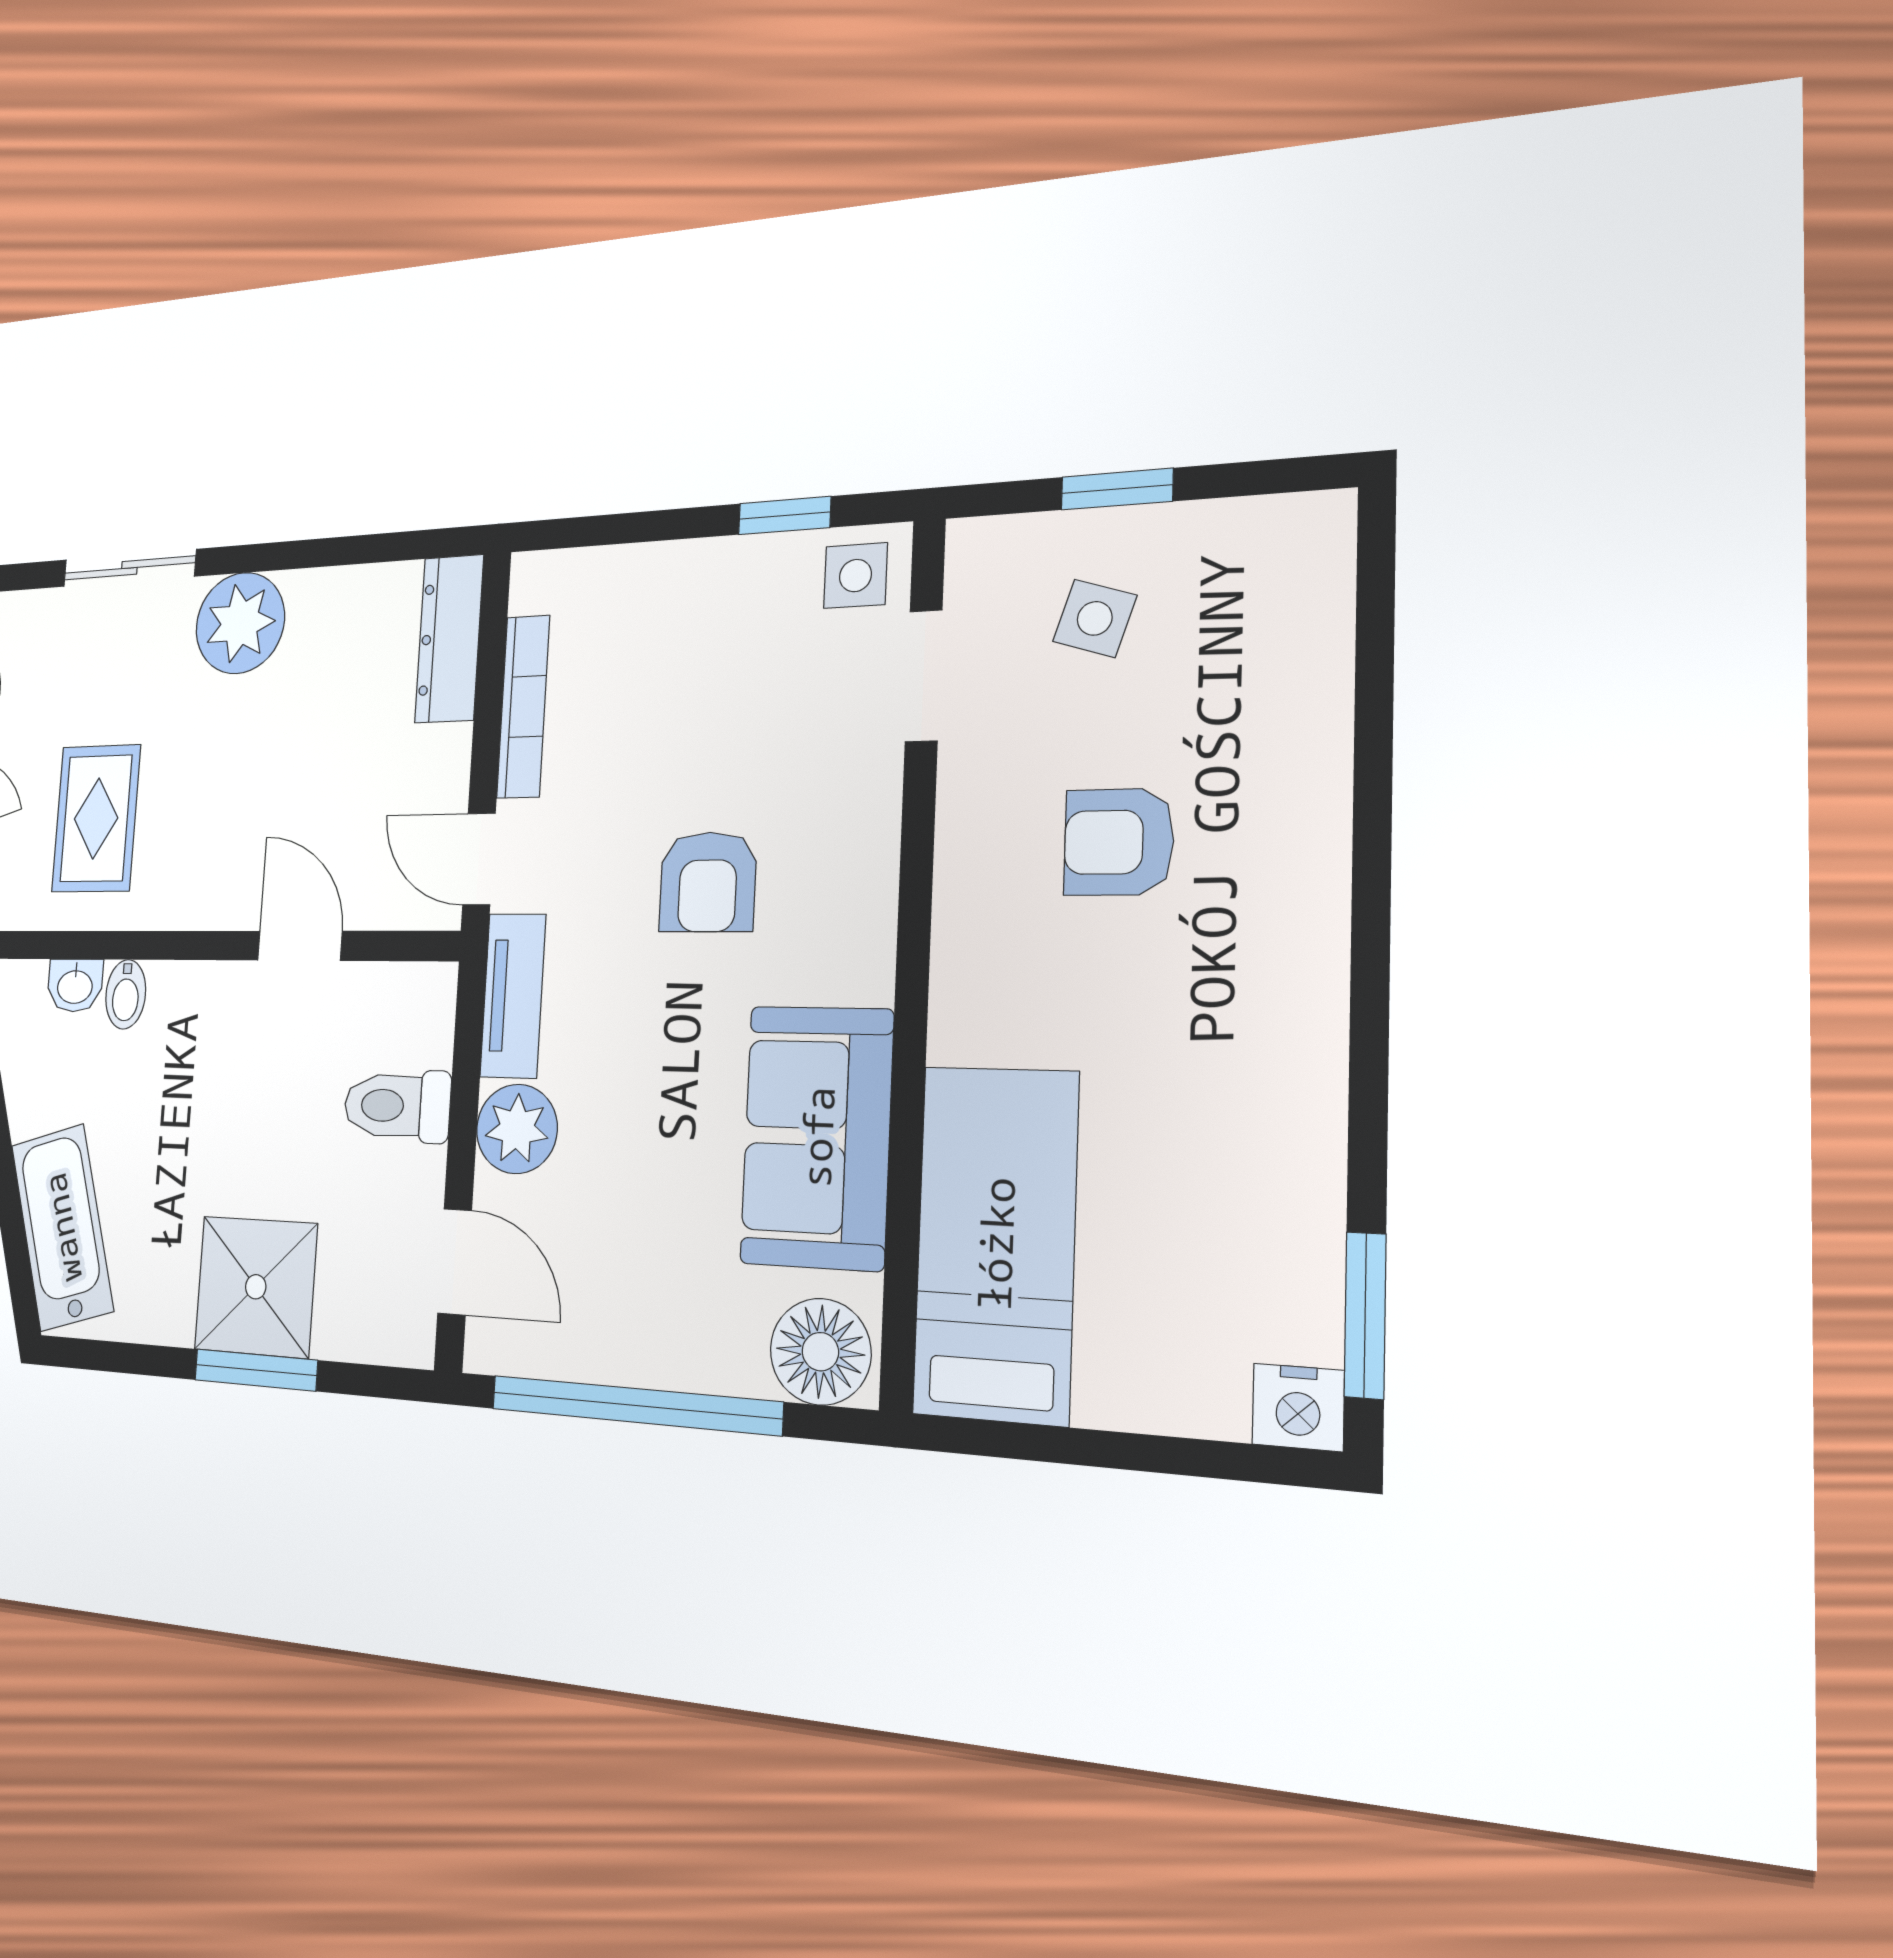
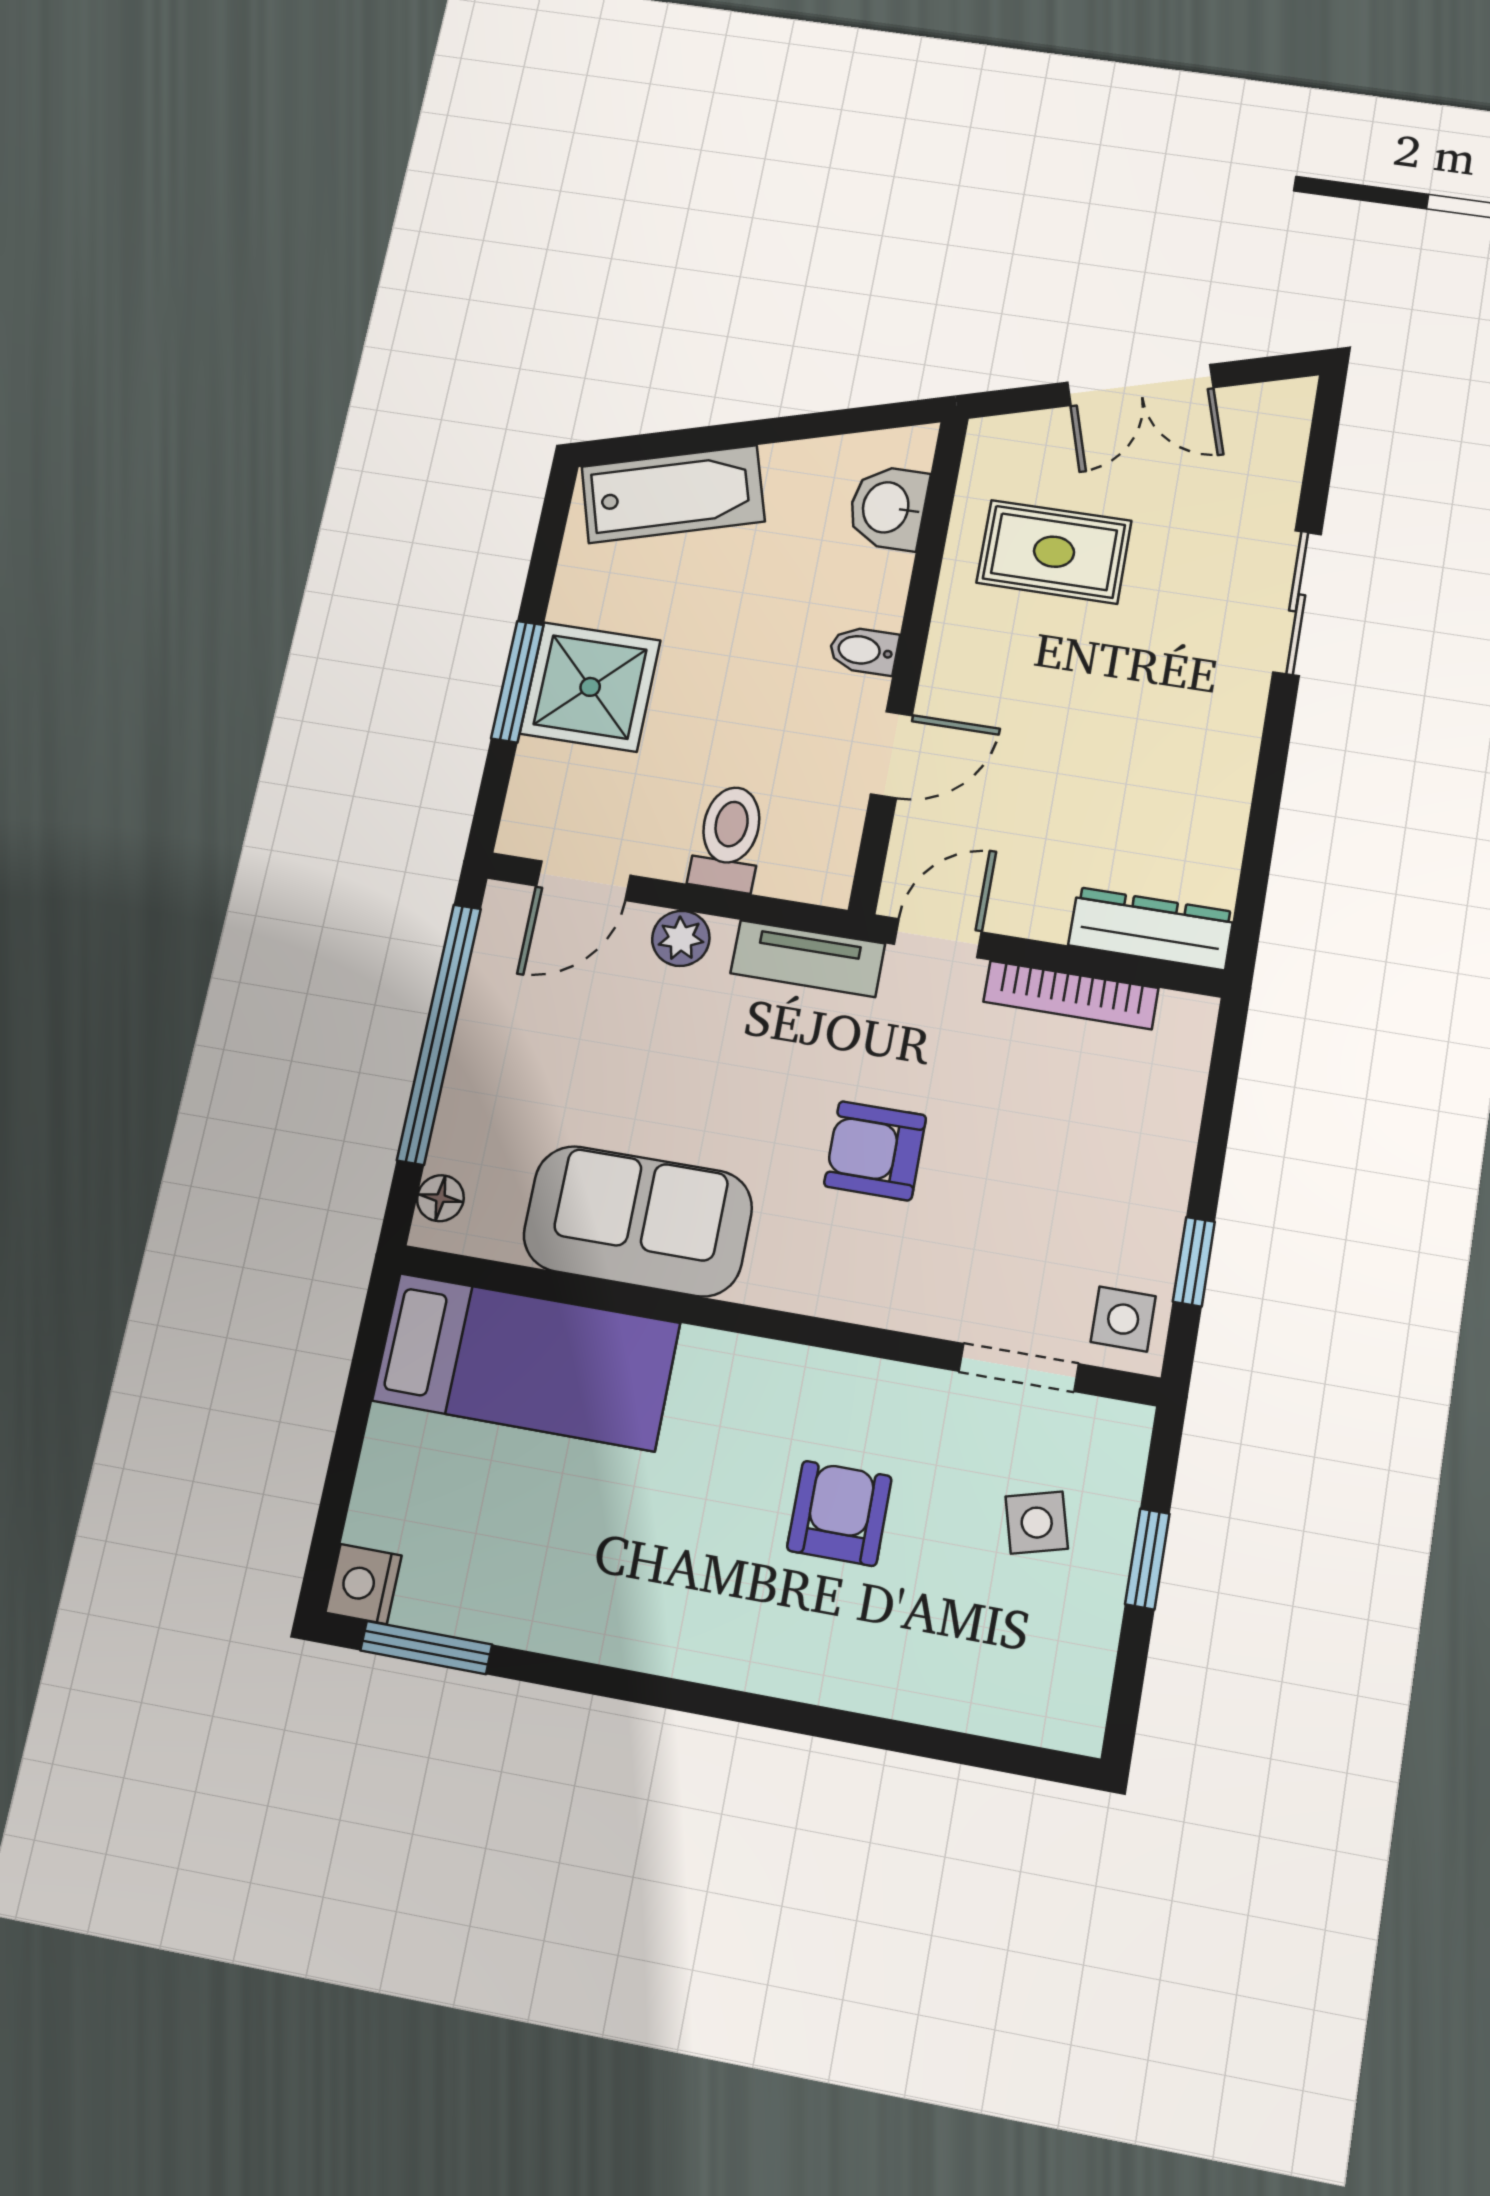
side table: (1095, 618) -> (1037, 1523), turned -33
plant: (240, 623) -> (1215, 717), removed
washbasin: (75, 985) -> (888, 508), width x1.38, depth x1.45
bidet: (126, 994) -> (864, 651), moved
plant: (517, 1129) -> (681, 938), width x0.73, depth x0.73
floor lamp: (820, 1352) -> (440, 1198), width x0.53, depth x0.53

